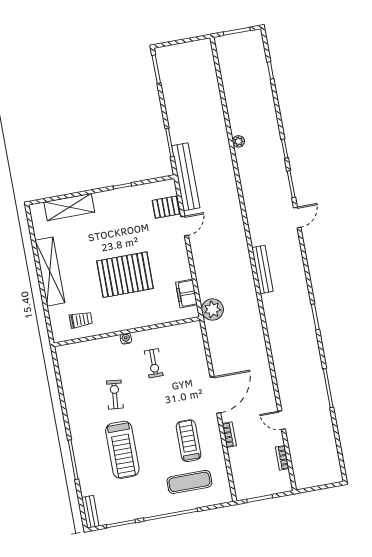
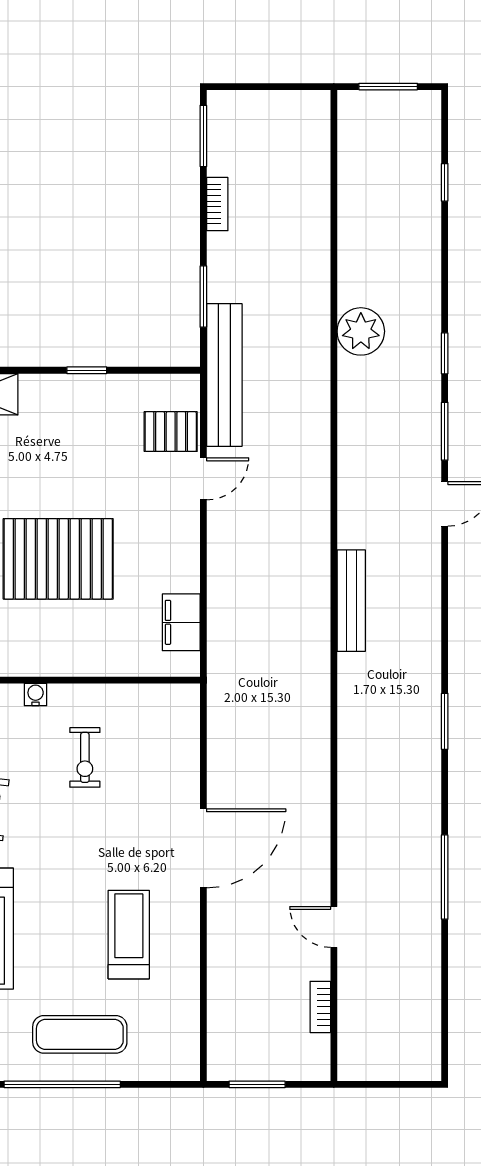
plant: (238, 141) -> (361, 331), width x1.88, depth x1.88
plant: (212, 309) -> (230, 666), removed
bookcase: (229, 435) -> (217, 204), moved
exercise mat: (189, 482) -> (80, 1034), moved

